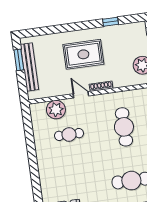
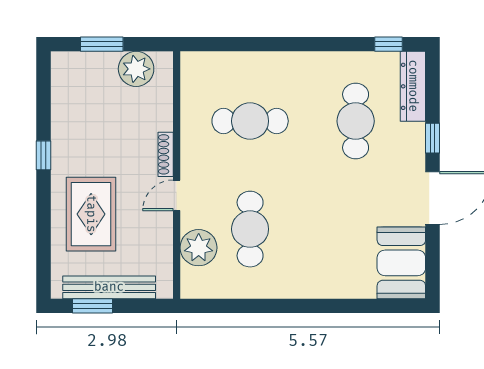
window: (110, 22) -> (43, 155), moved
rug: (83, 54) -> (91, 214), moved
cafe table: (69, 134) -> (250, 229), width x1.37, depth x1.35

